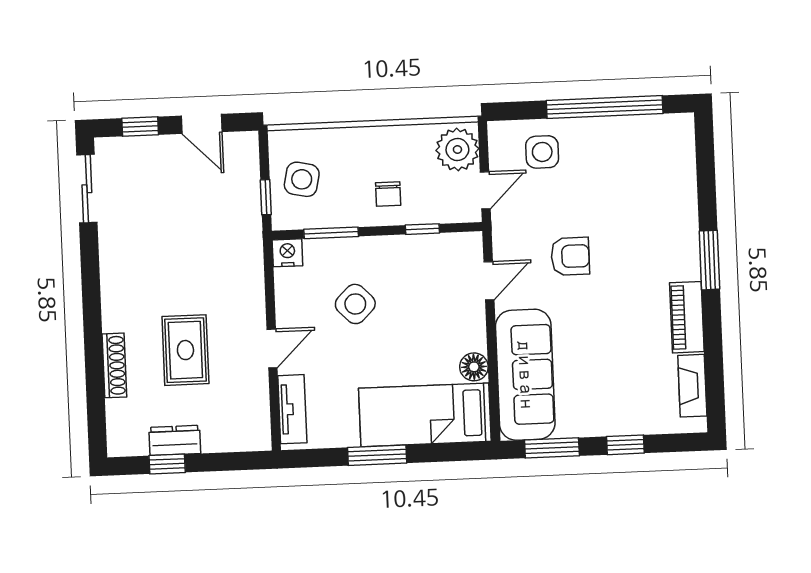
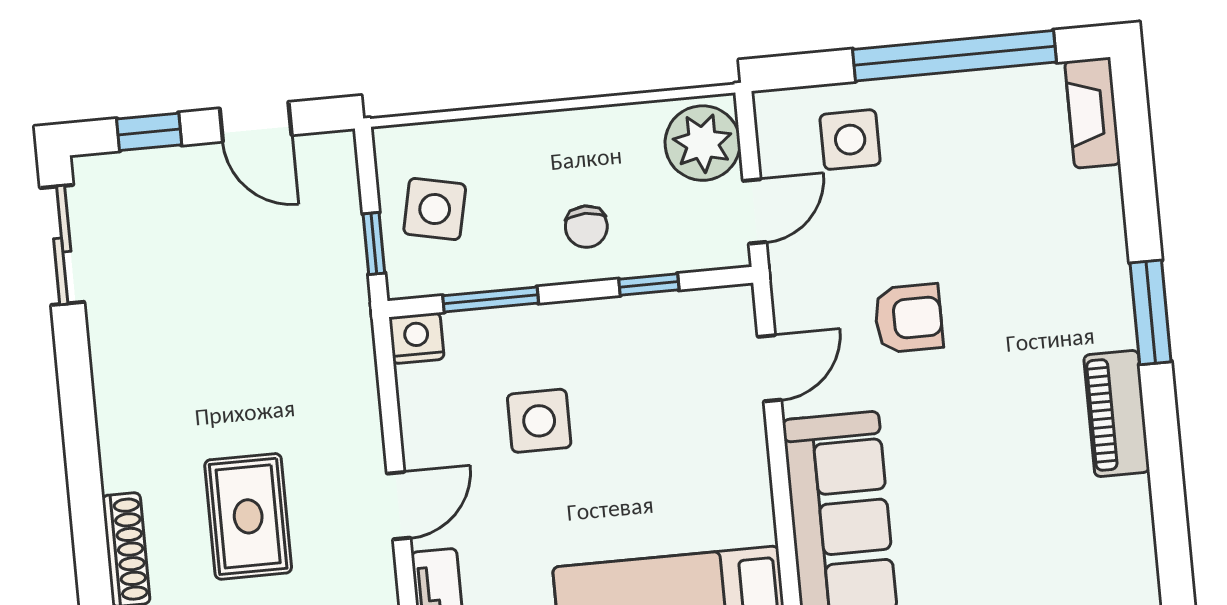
side table: (355, 304) -> (539, 421), turned 45
floor lamp: (474, 367) -> (751, 519), removed
fireplace: (692, 386) -> (1093, 113), moved

